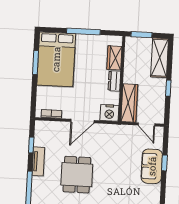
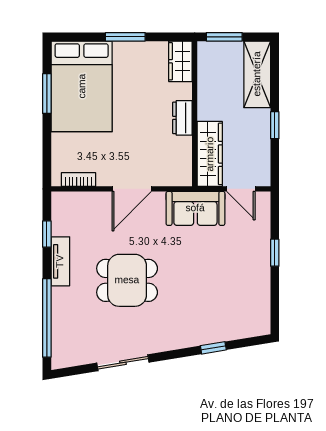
window: (83, 32) -> (125, 37), width x0.69
wardrobe: (114, 58) -> (180, 61), moved
nightstand: (109, 113) -> (177, 173), removed
sofa: (152, 166) -> (195, 208), moved, turned -90
dining table: (77, 175) -> (127, 280), turned 90

